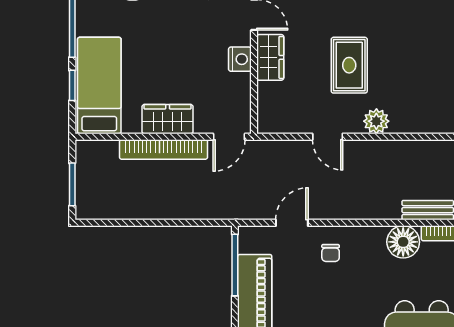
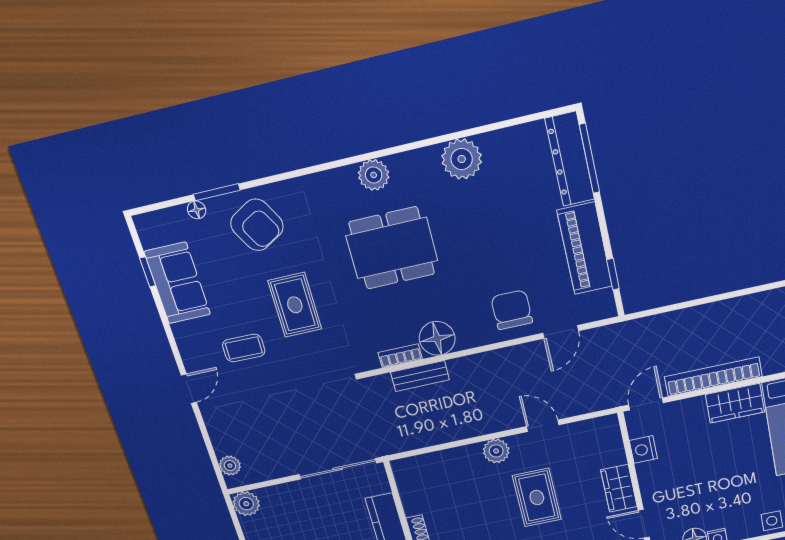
nightstand: (240, 59) -> (643, 450), moved
wardrobe: (168, 119) -> (735, 403), moved
chair: (331, 253) -> (512, 310), width x1.87, depth x1.87
window: (235, 265) -> (613, 274), width x0.46

